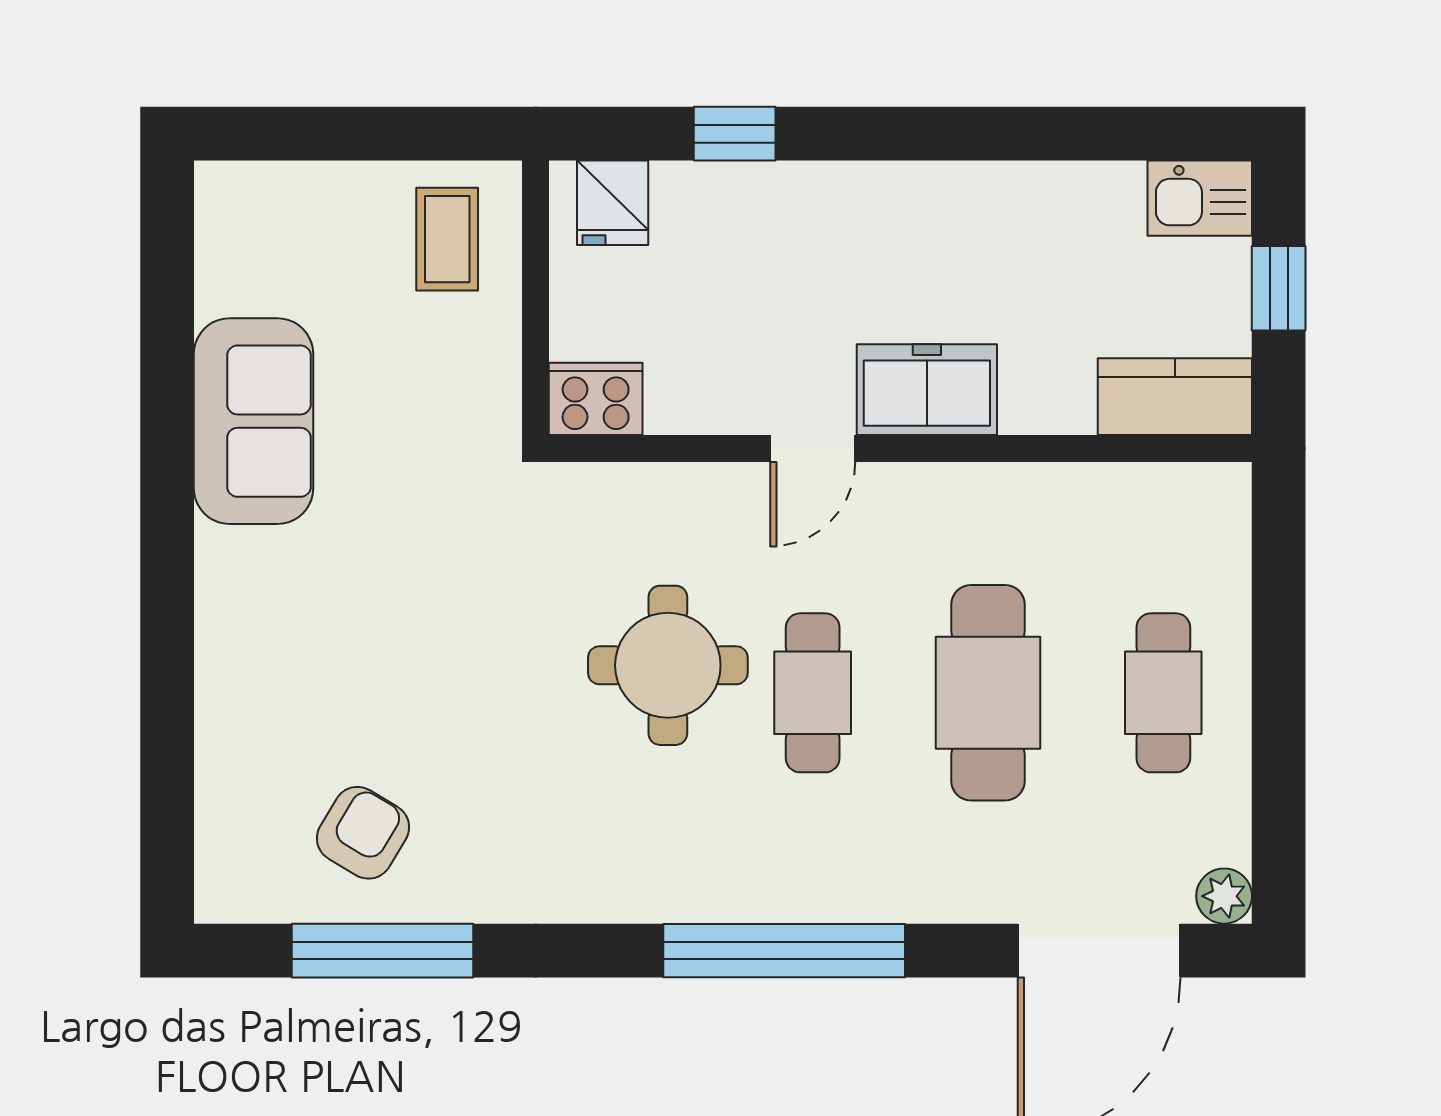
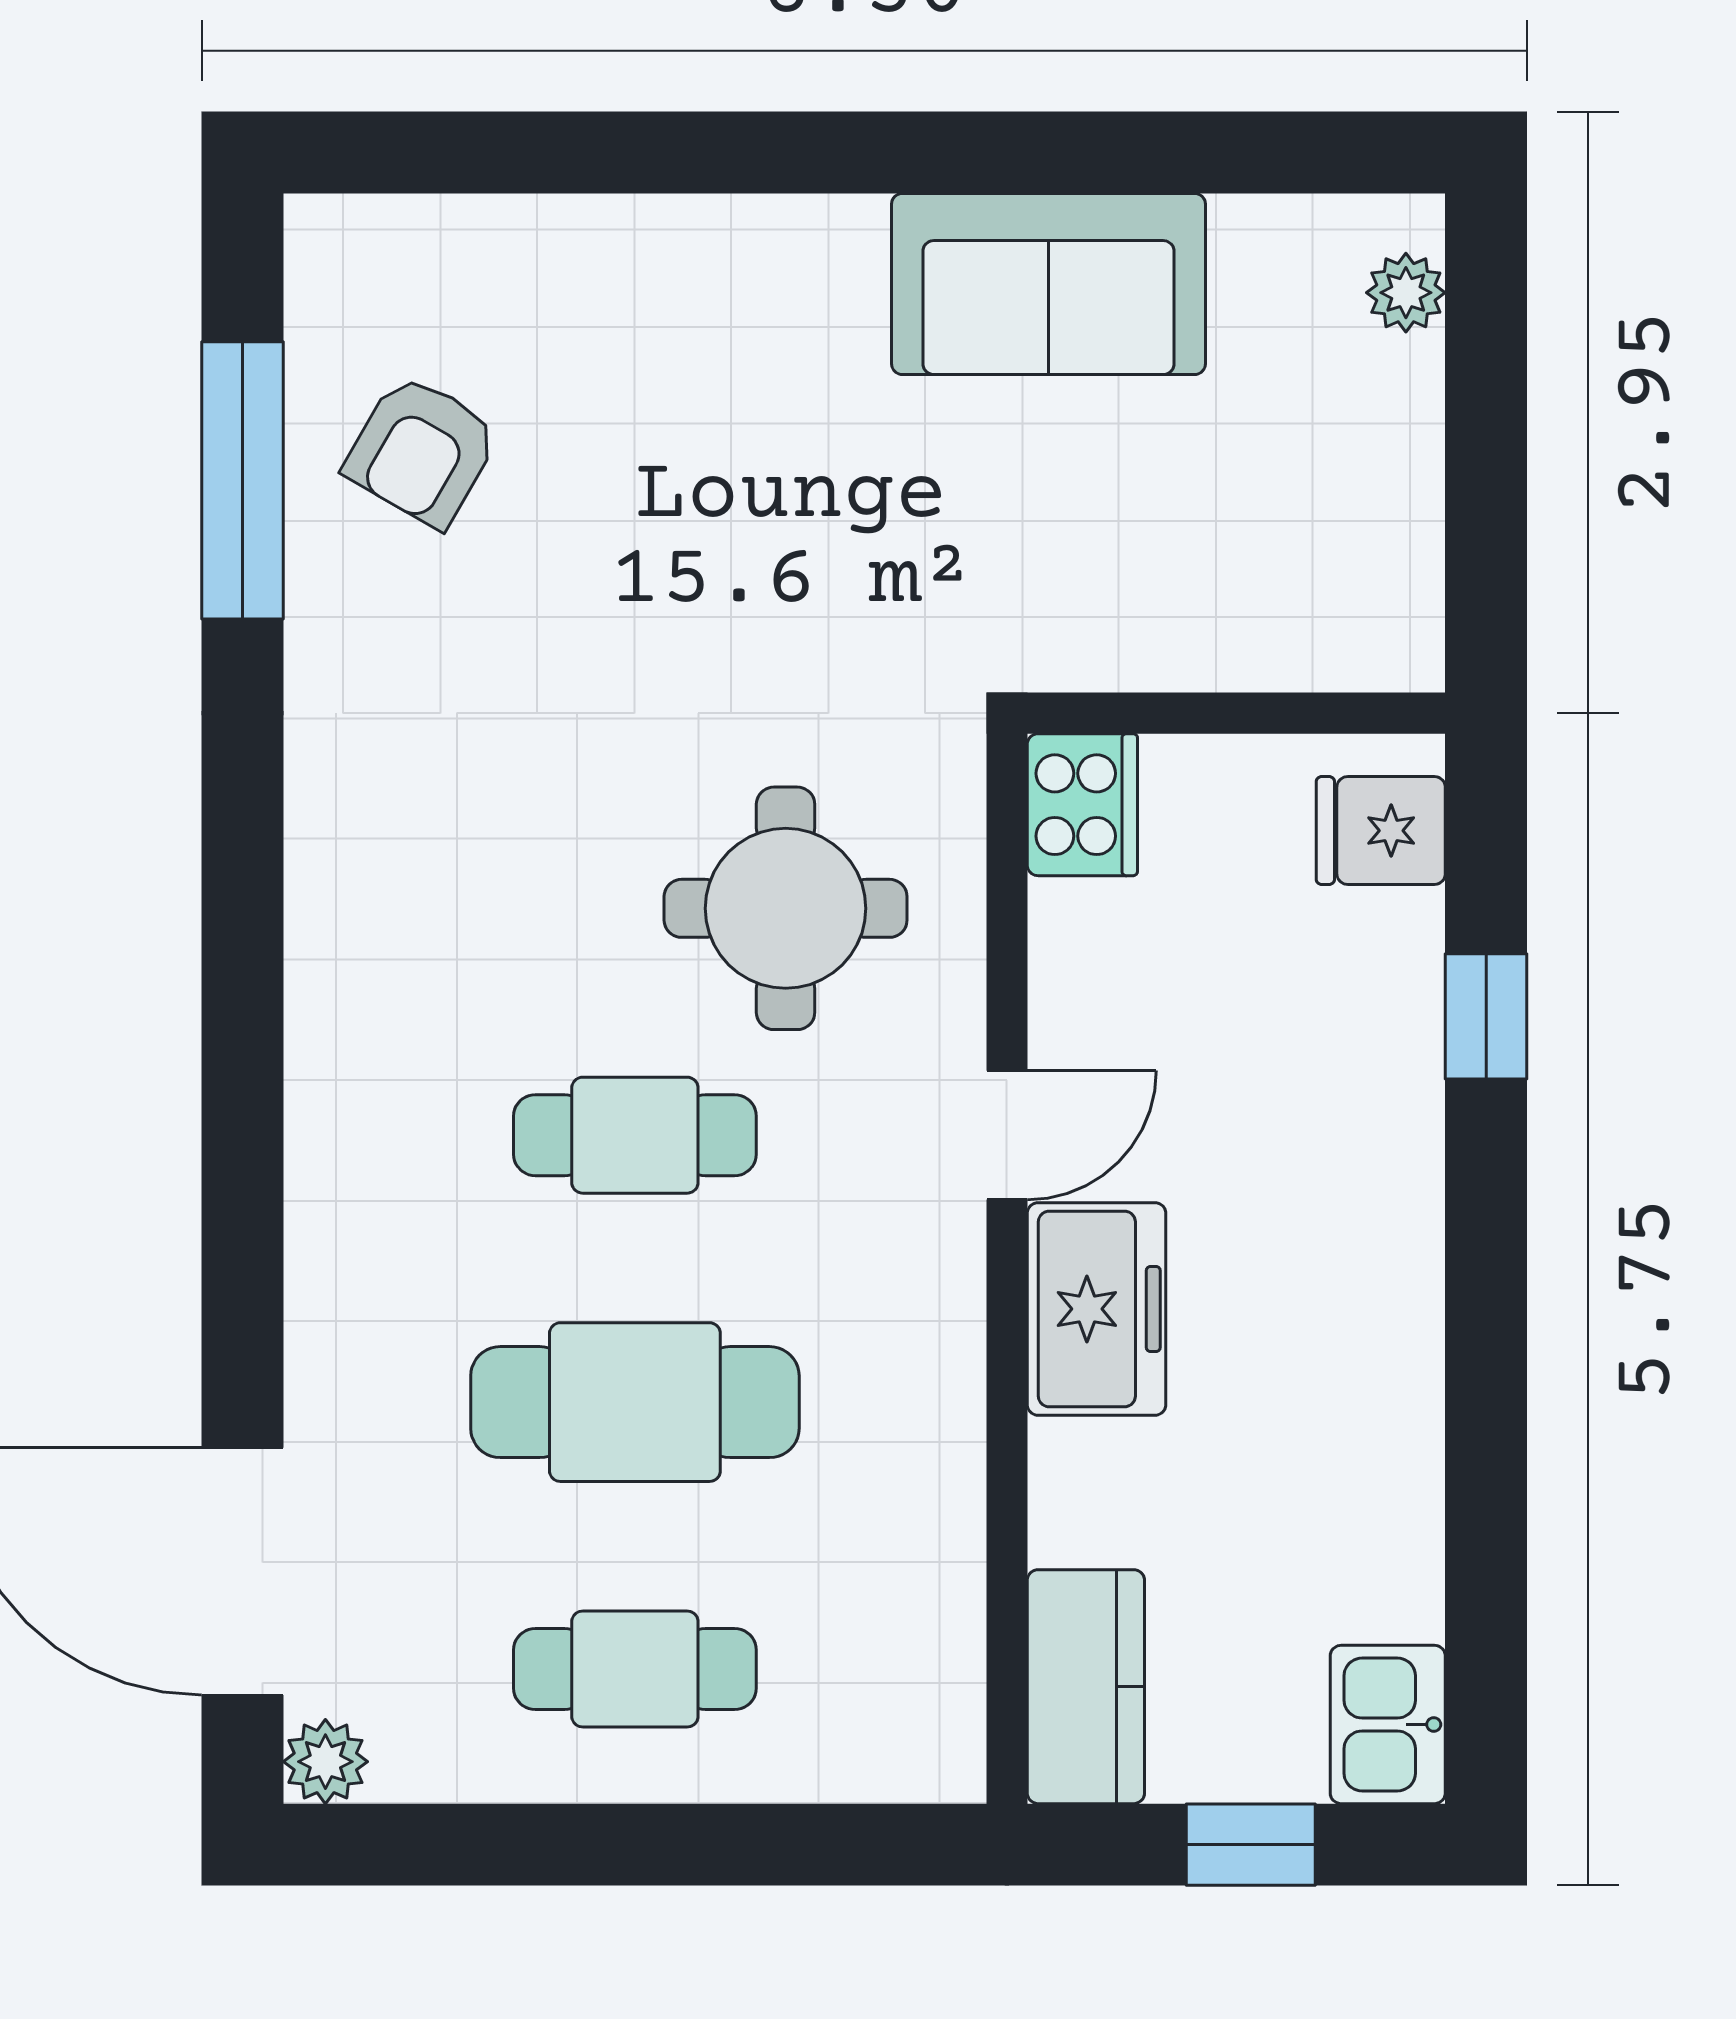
plant: (259, 186) -> (1406, 293), added
coffee table: (447, 239) -> (1325, 579), removed
door: (813, 448) -> (1007, 1135), swing flipped
round table: (668, 665) -> (786, 908), moved
armchair: (363, 833) -> (422, 451), turned 89
window: (784, 951) -> (242, 1092), removed

